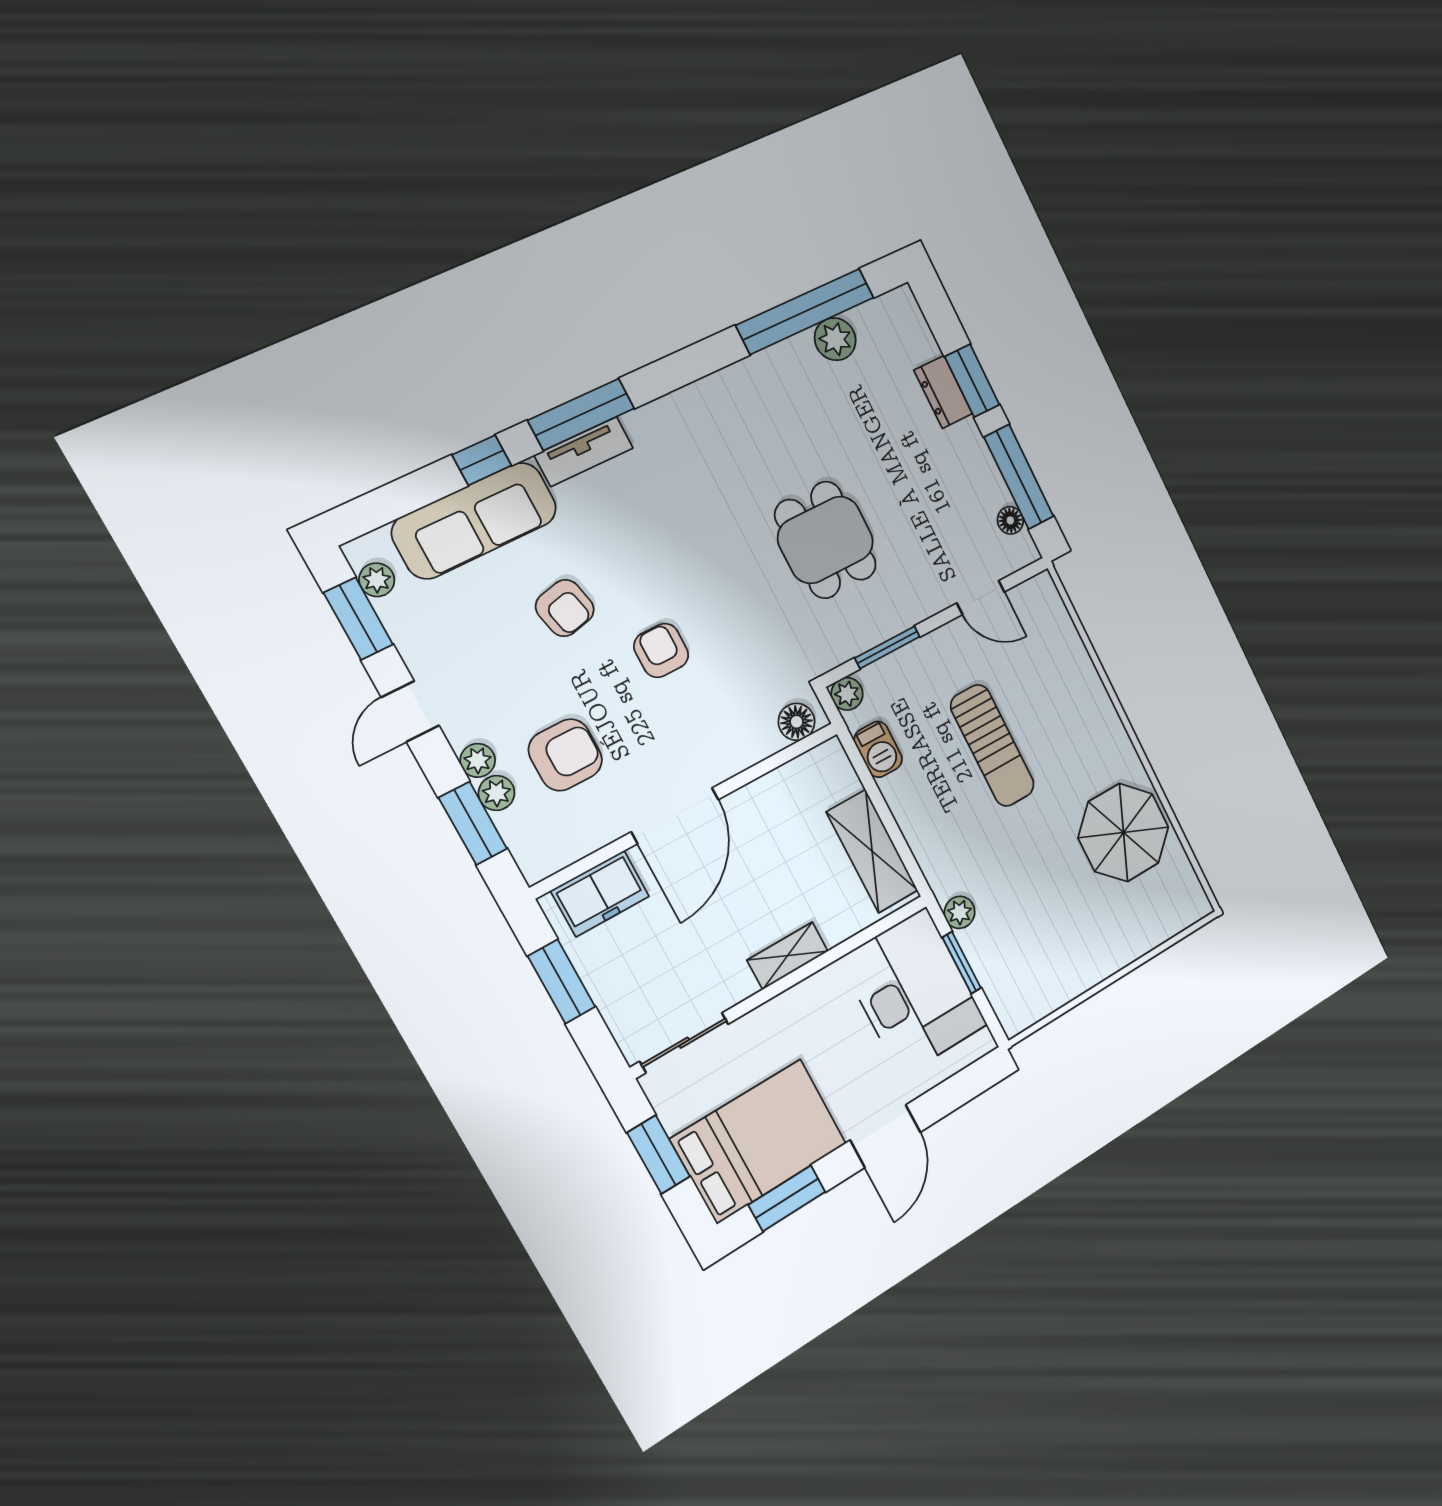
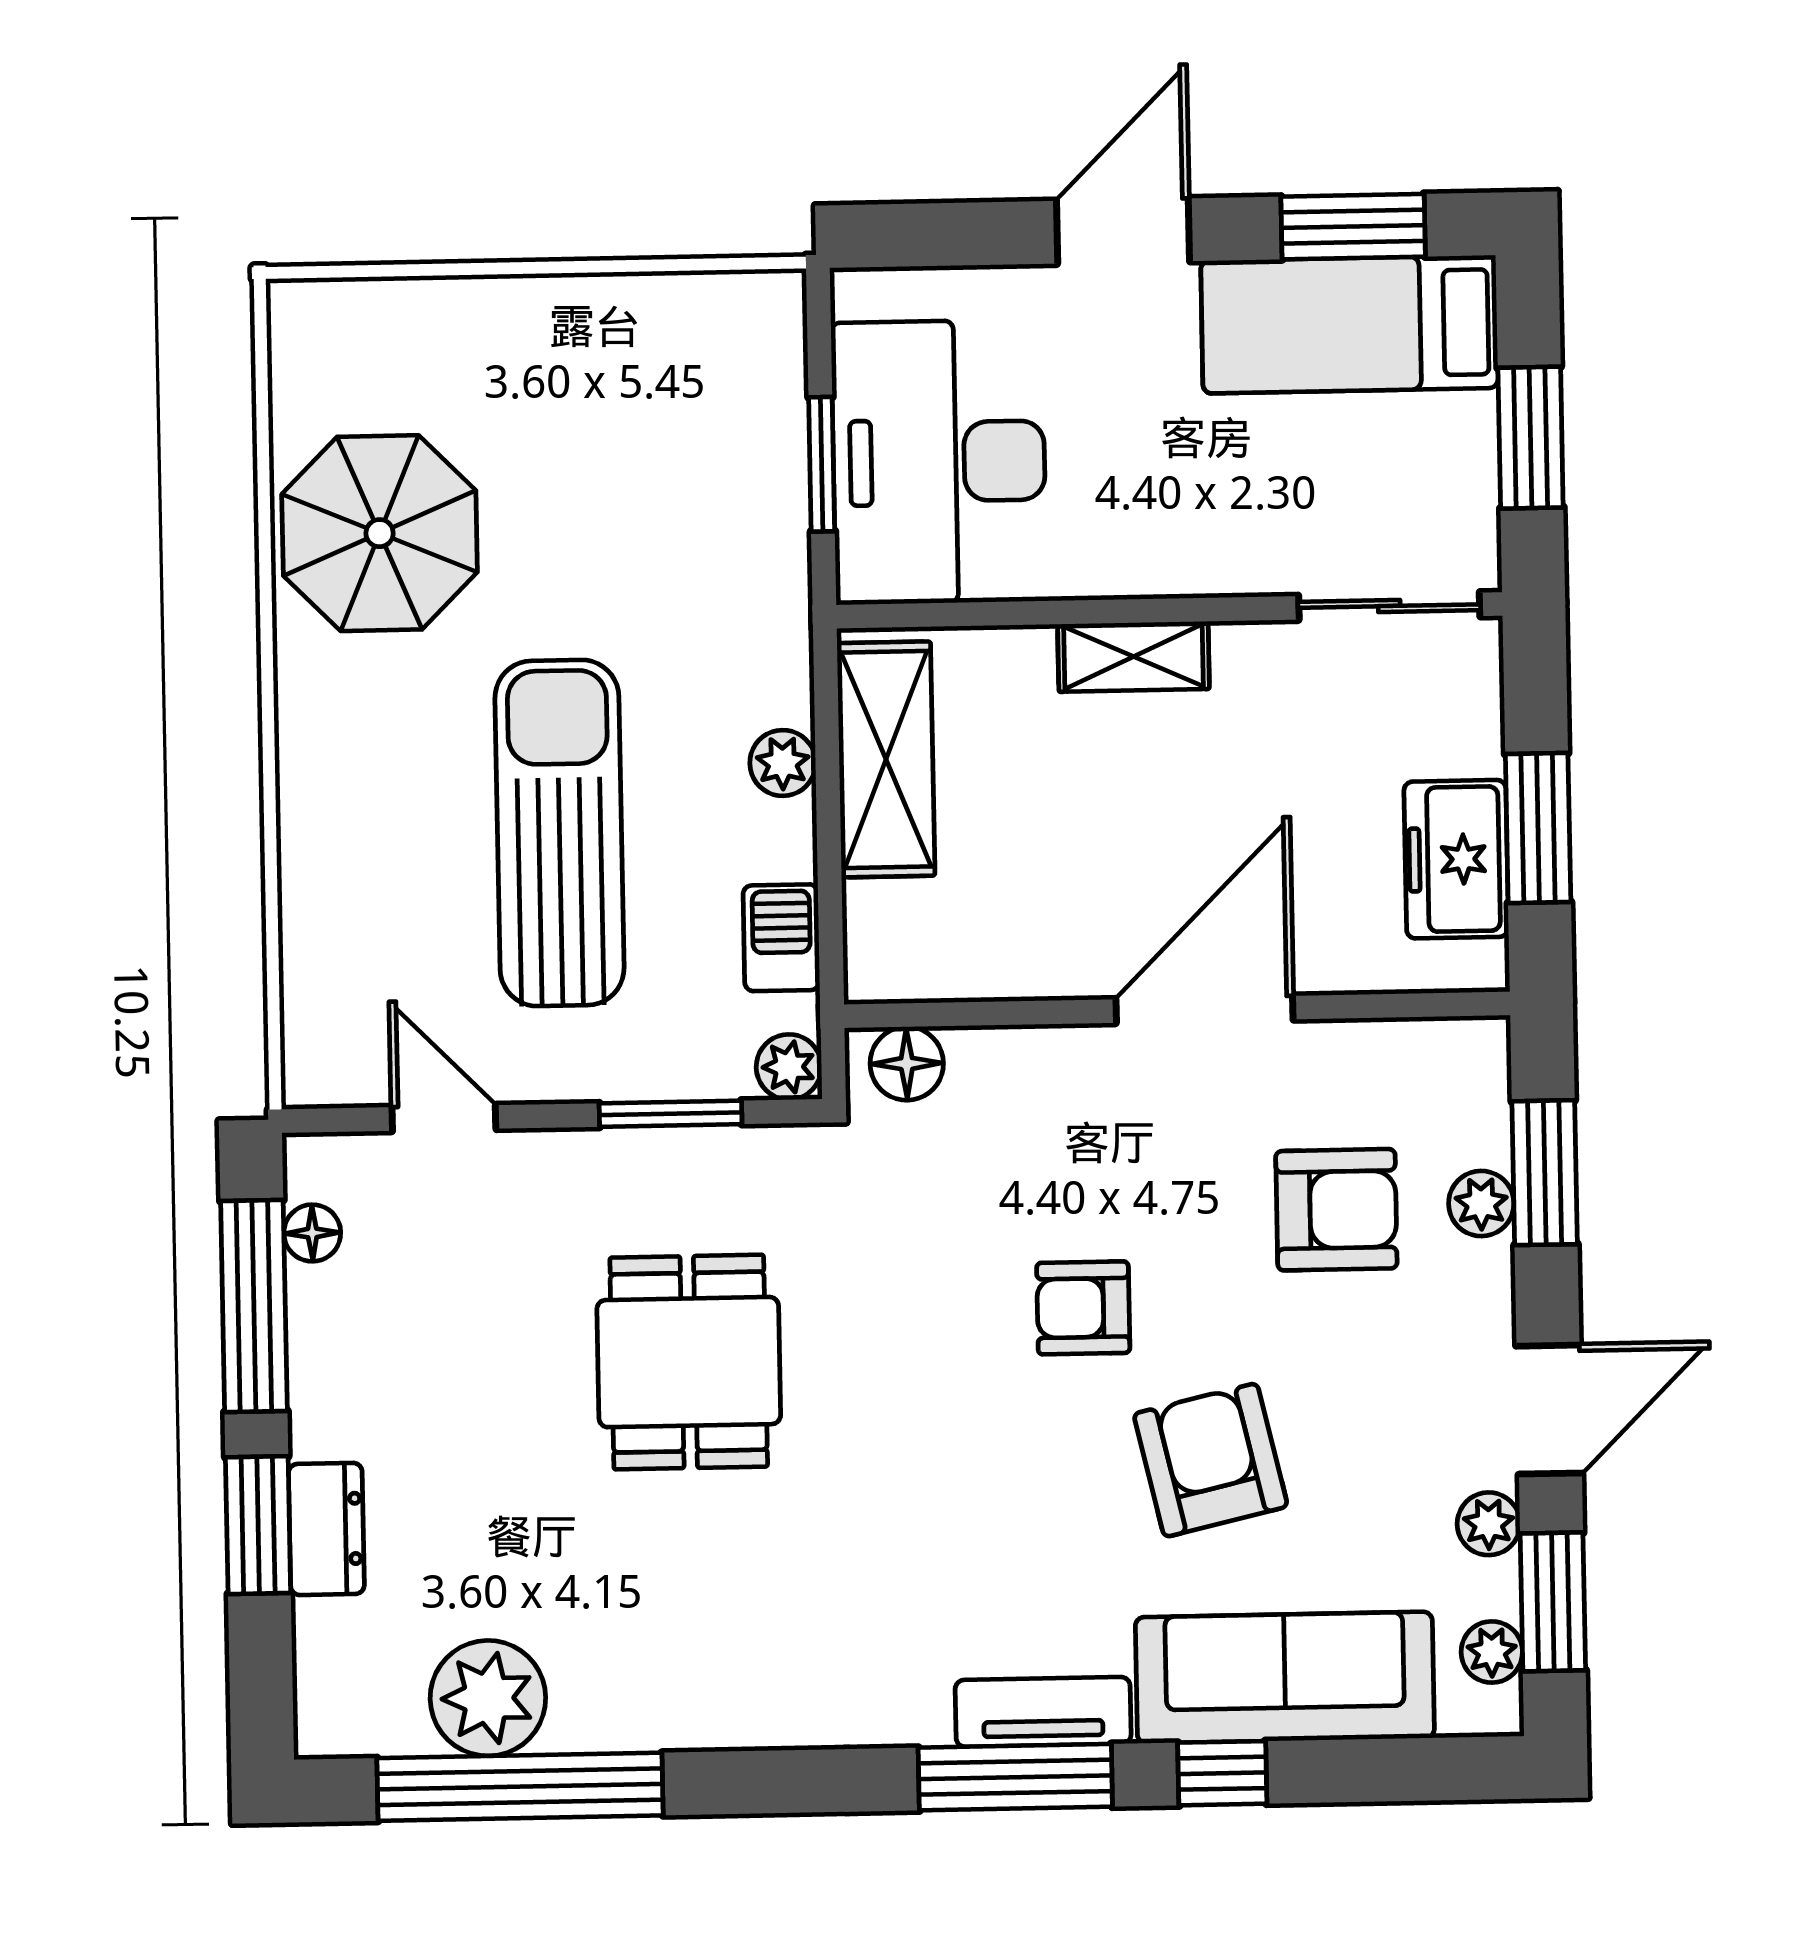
plant: (835, 339) -> (488, 1698), width x1.36, depth x1.36
armchair: (565, 608) -> (1211, 1460), width x1.38, depth x1.38
armchair: (661, 650) -> (1083, 1308), turned 90
door: (410, 711) -> (1549, 1410), width x1.37
sun lounger: (992, 746) -> (559, 833), width x1.36, depth x1.34
armchair: (565, 755) -> (1336, 1210), turned 180
plant: (478, 760) -> (1489, 1524), moved
freezer: (600, 894) -> (1456, 859), moved, turned -90
plant: (960, 912) -> (783, 763), moved
bed: (759, 1141) -> (1349, 324), width x0.67

